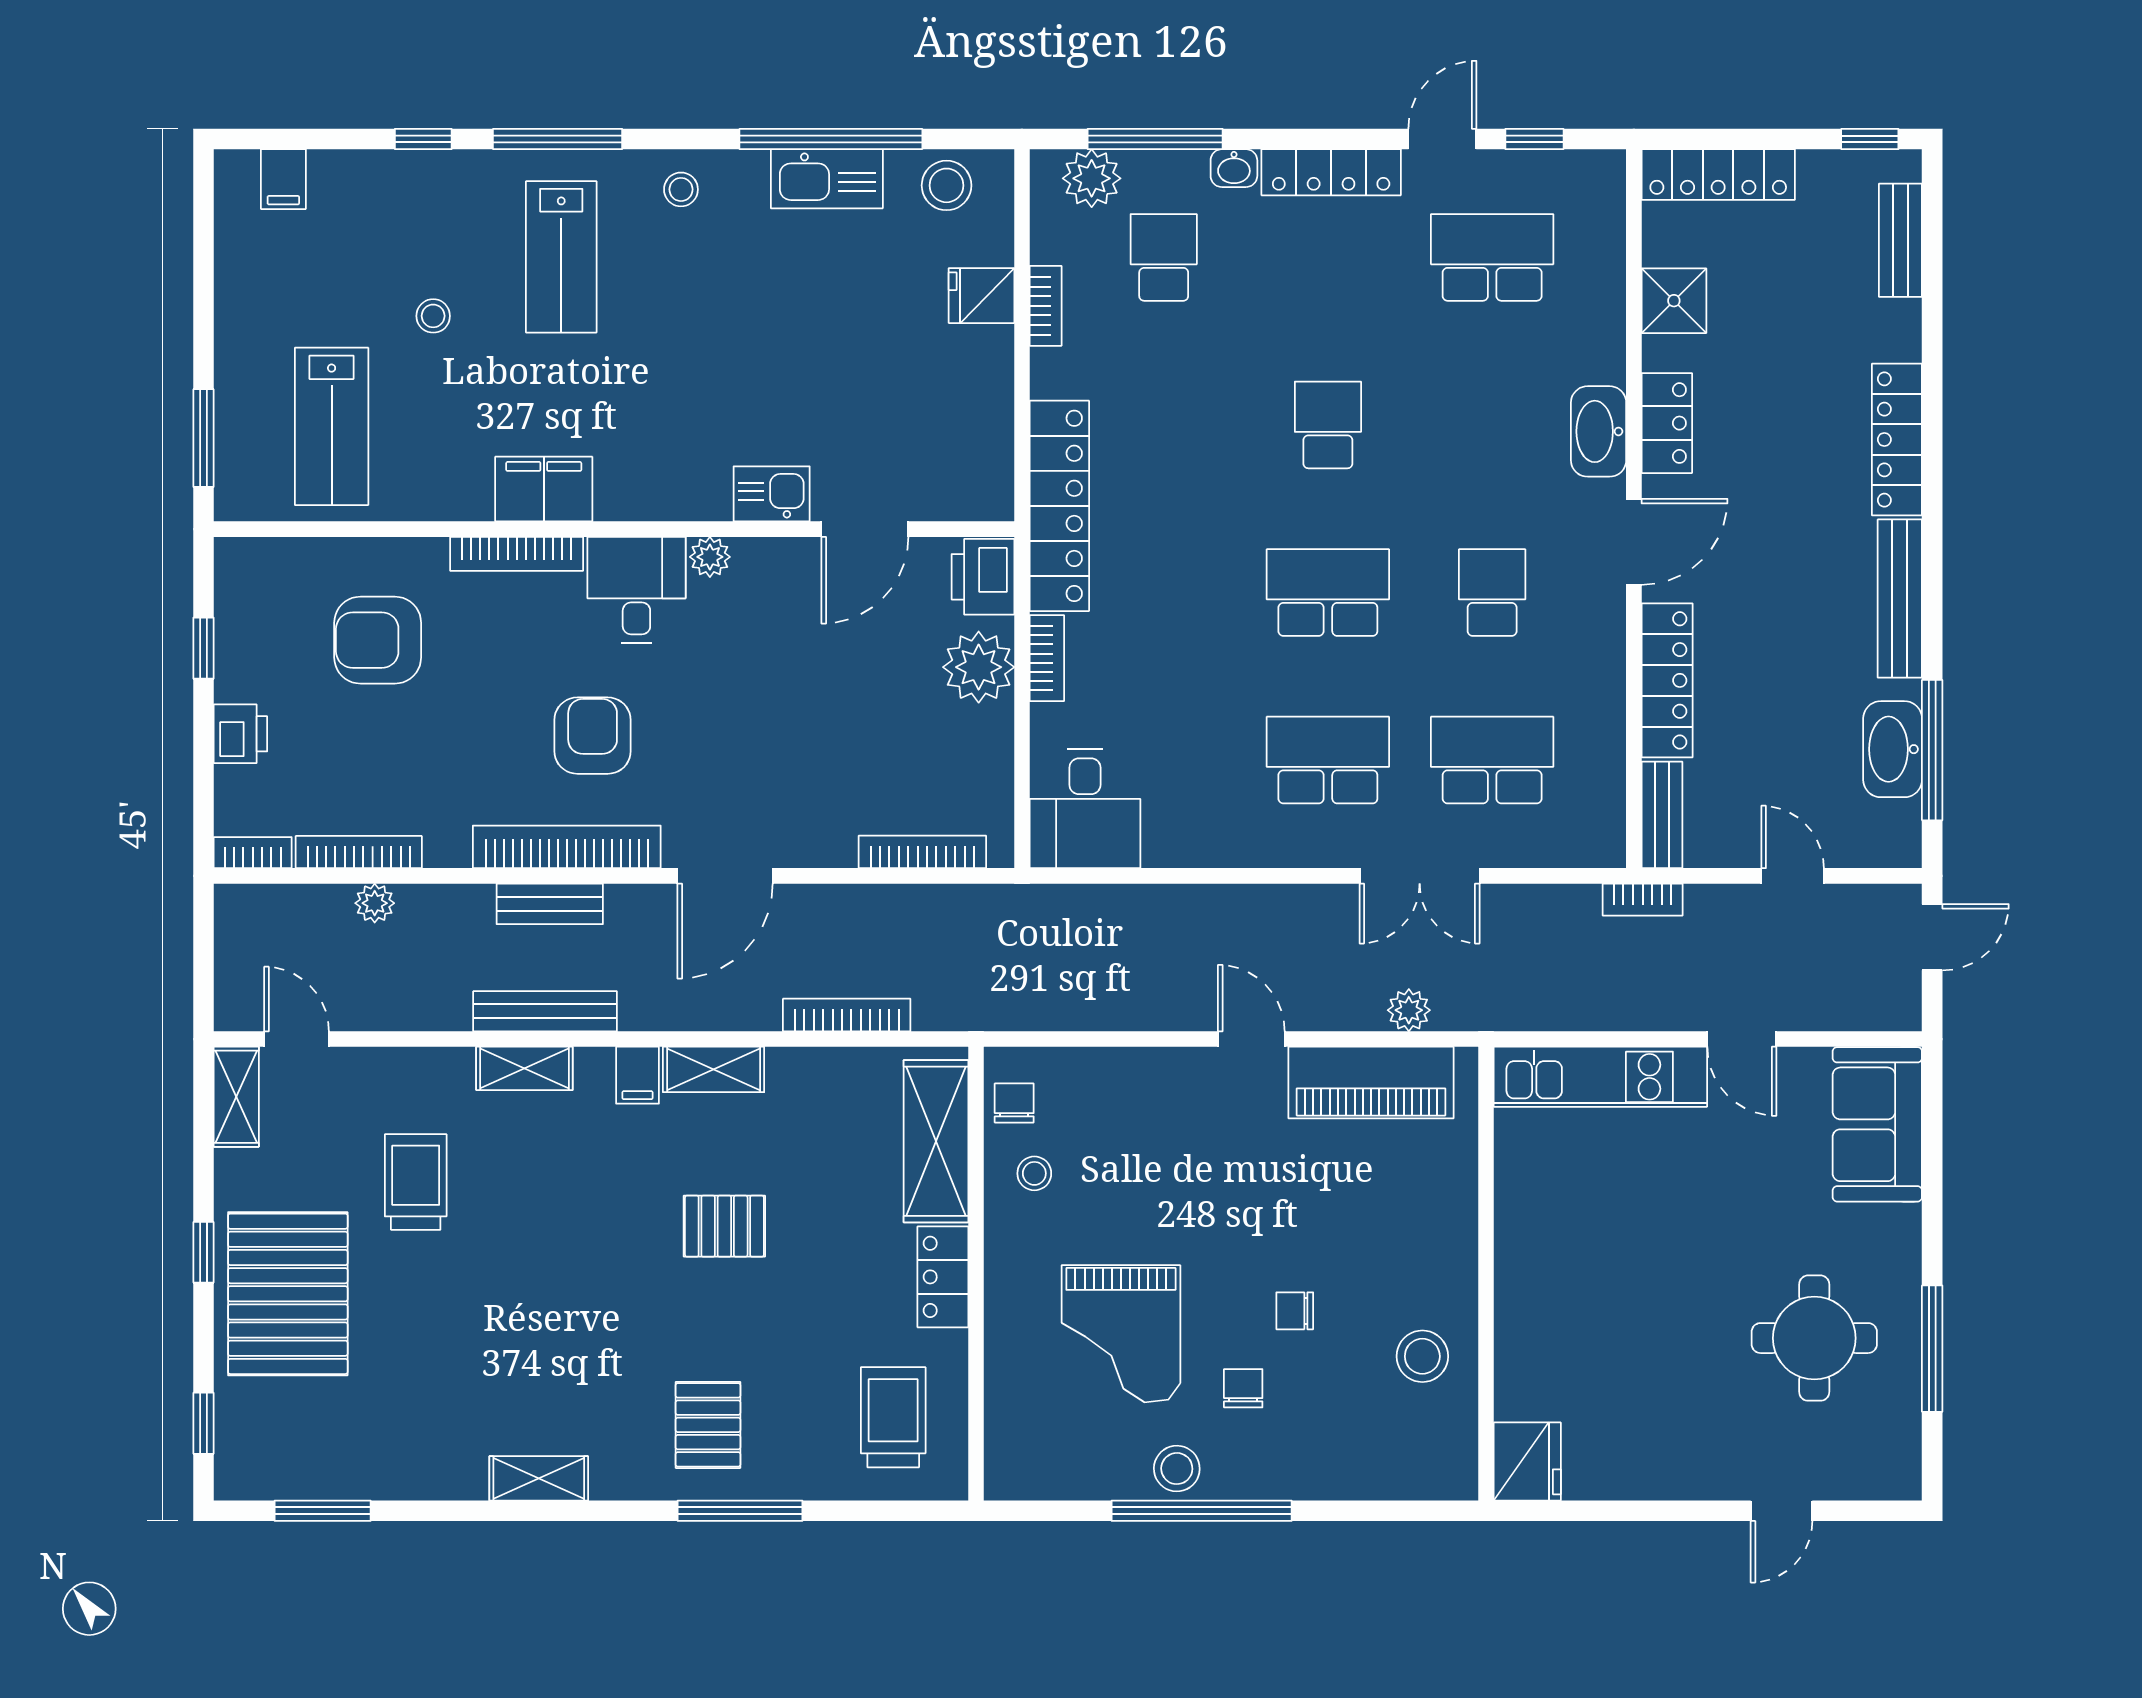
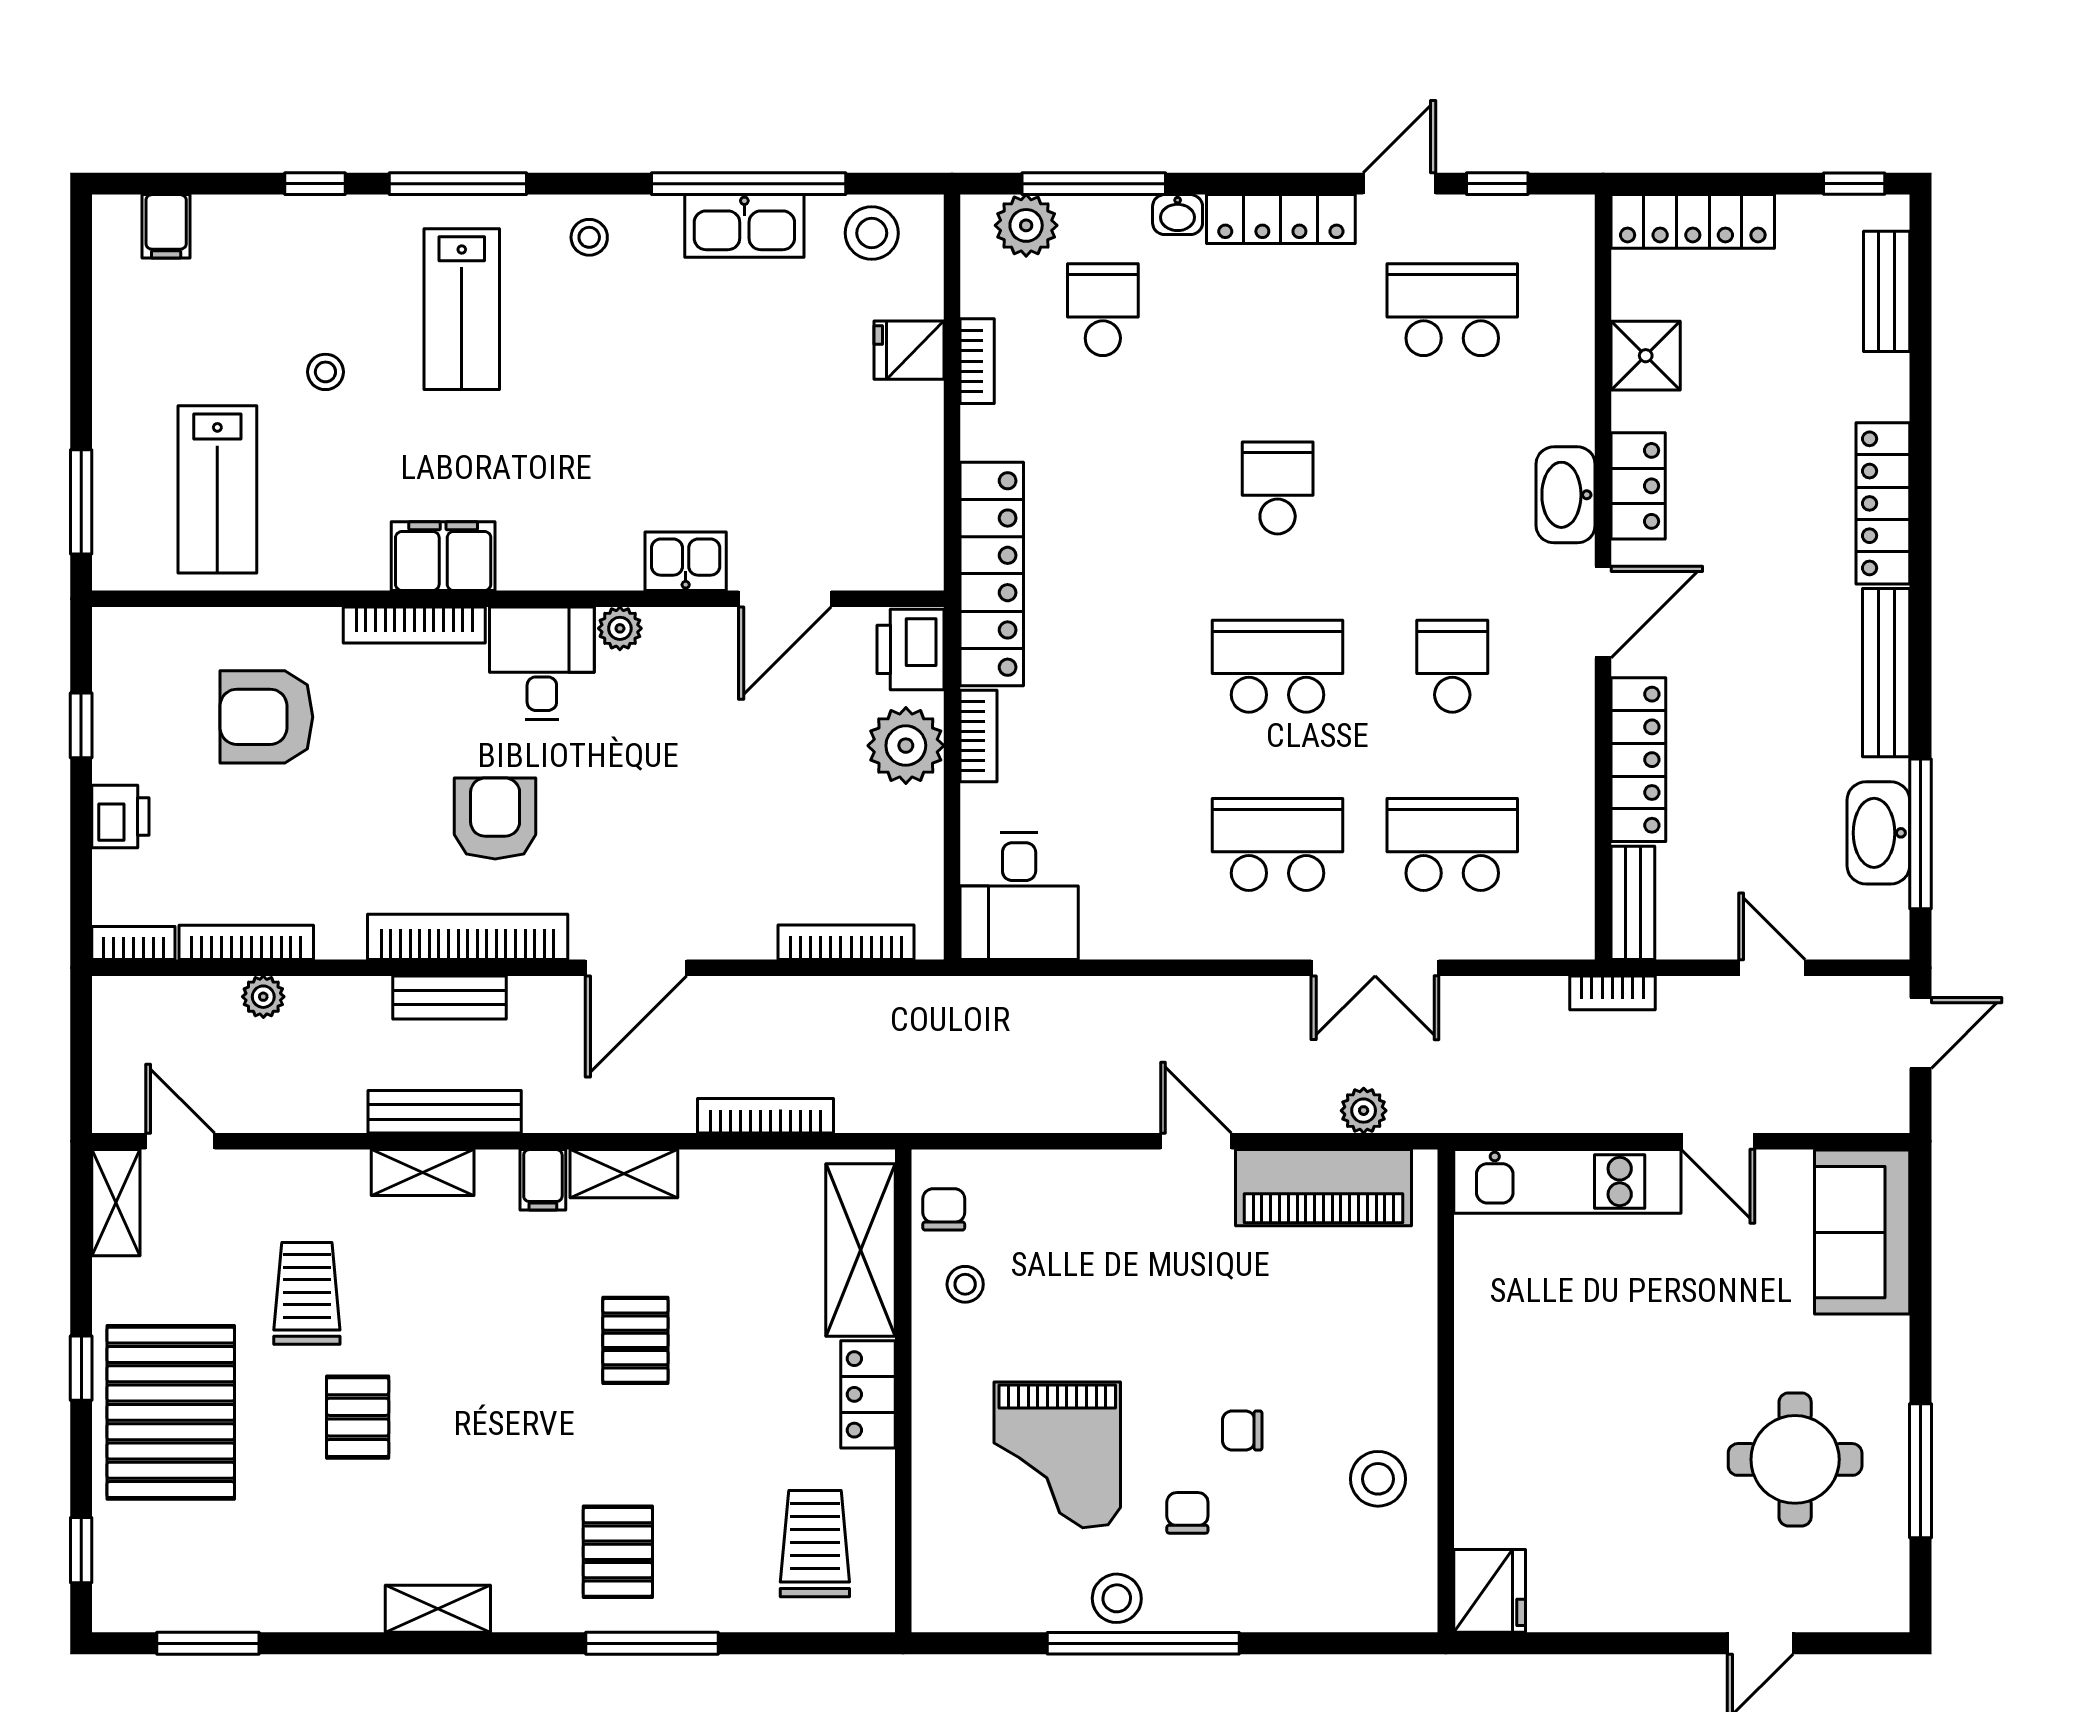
pallet: (724, 1226) -> (635, 1340), turned 90
pallet: (463, 1298) -> (358, 1417), added

